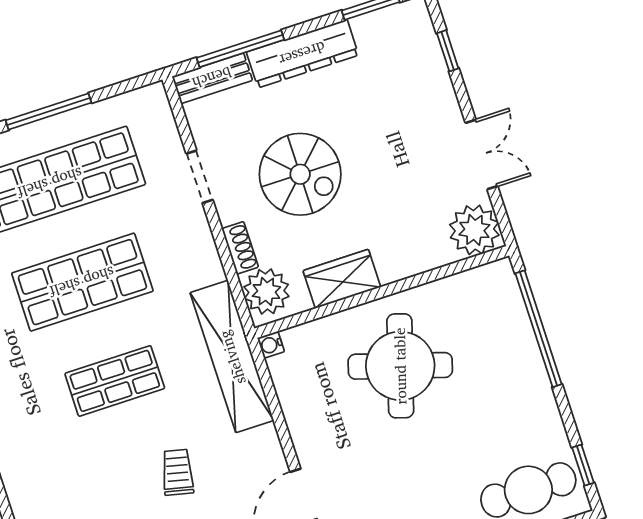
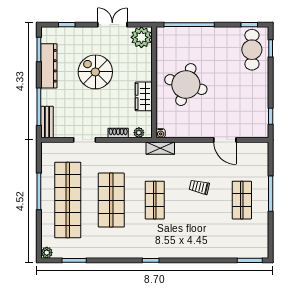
dresser: (302, 54) -> (49, 66), moved
spiral stairs: (300, 174) -> (95, 72), moved, turned -90
plant: (266, 292) -> (139, 133), width x0.53, depth x0.53
shelving: (232, 357) -> (160, 148), width x0.45, depth x0.75

